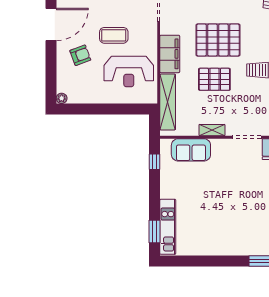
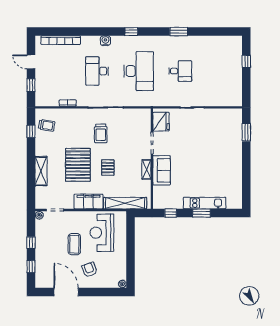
reception desk: (129, 72) -> (102, 233), turned 180
pallet: (214, 79) -> (108, 168), width x0.67, depth x0.71
sofa: (191, 150) -> (162, 170), moved
kitchen unit: (168, 227) -> (205, 203), moved
window: (155, 232) -> (202, 213), moved

